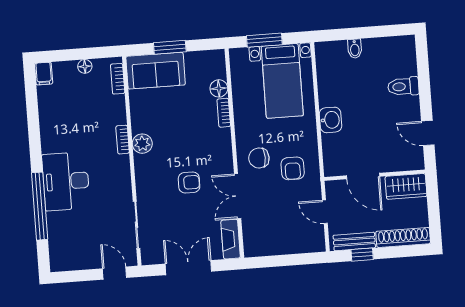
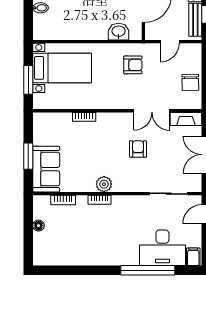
filing cabinet: (44, 74) -> (193, 257), moved, turned -90
bookcase: (118, 79) -> (63, 200), moved
floor lamp: (219, 88) -> (64, 119), removed
washbasin: (331, 120) -> (119, 32), moved
chair: (259, 158) -> (190, 82), moved
desk: (66, 181) -> (162, 248), moved

